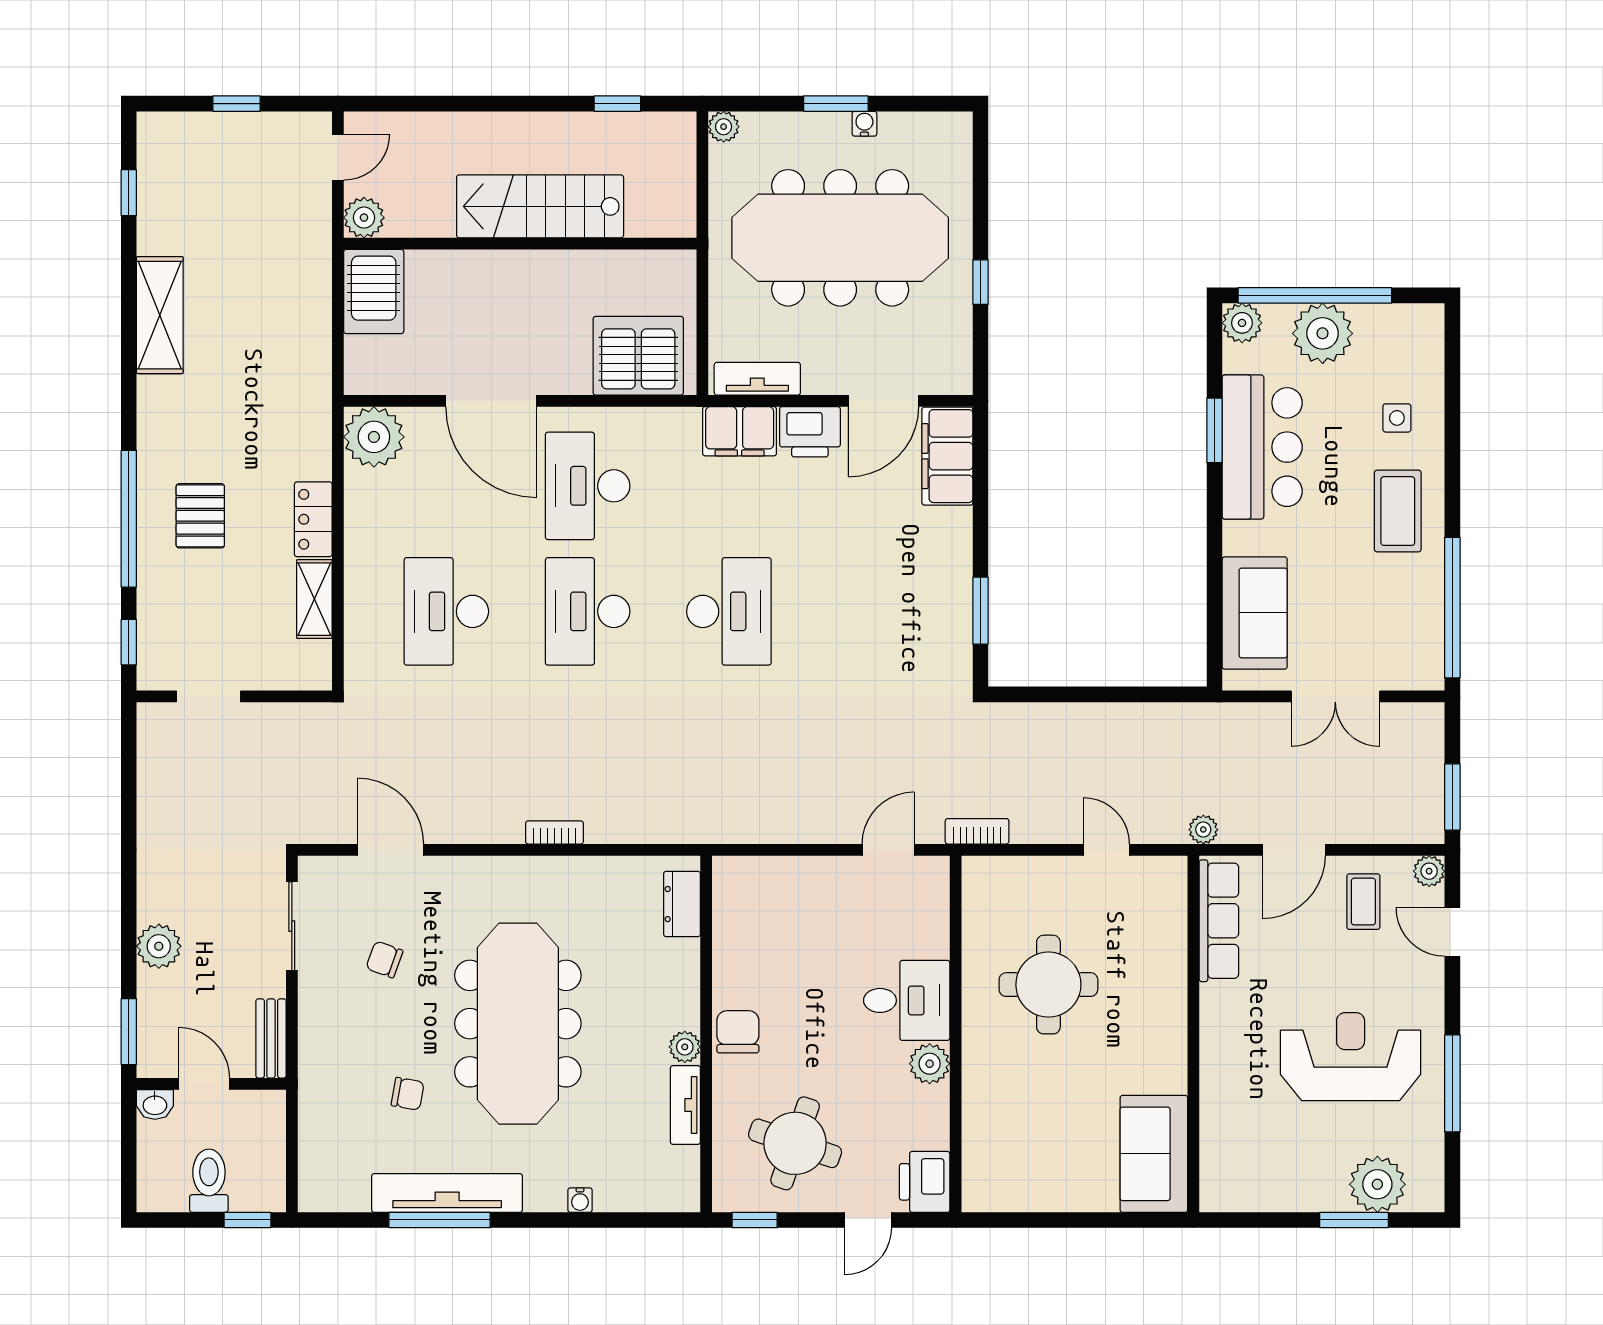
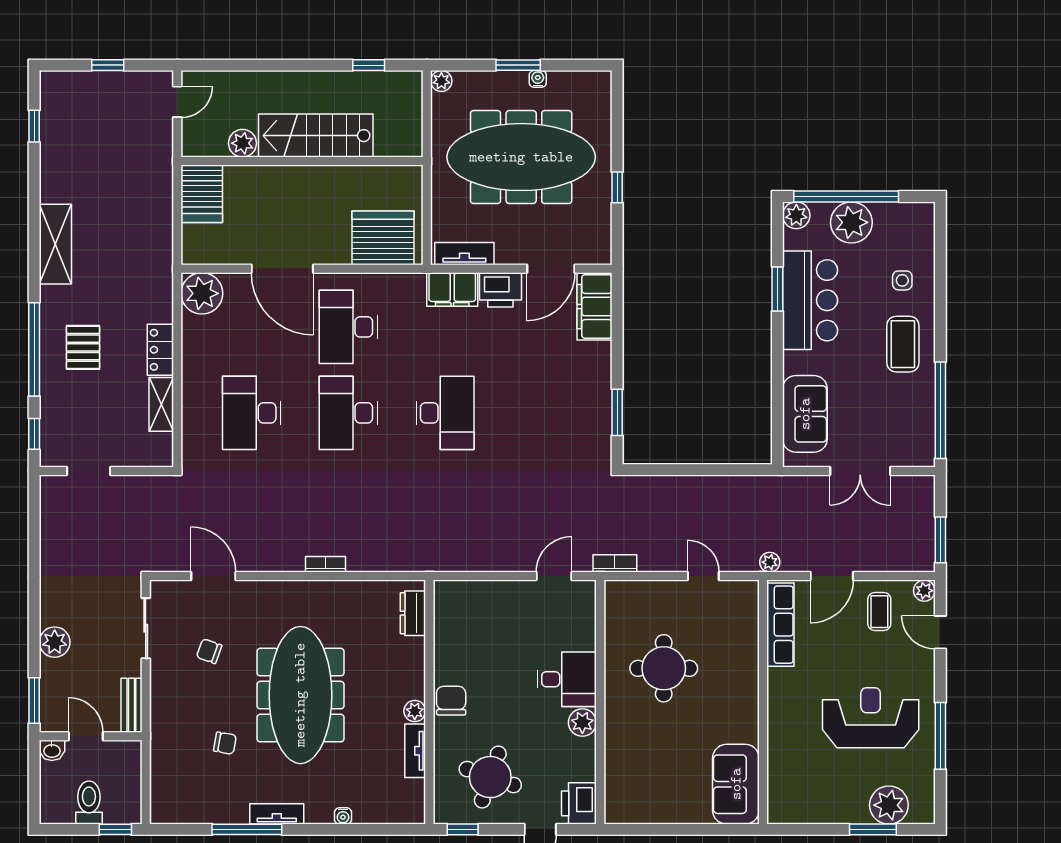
plant: (364, 218) -> (243, 143), moved
shelving: (160, 315) -> (55, 244), moved
tv unit: (447, 1193) -> (277, 814), width x0.52, depth x0.78

